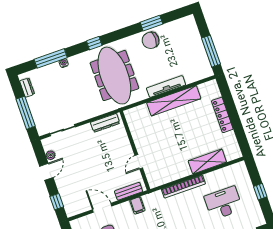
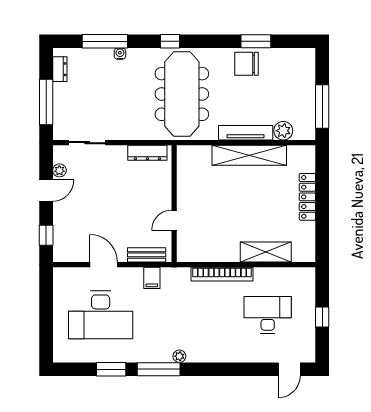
plant: (191, 76) -> (283, 131), added

